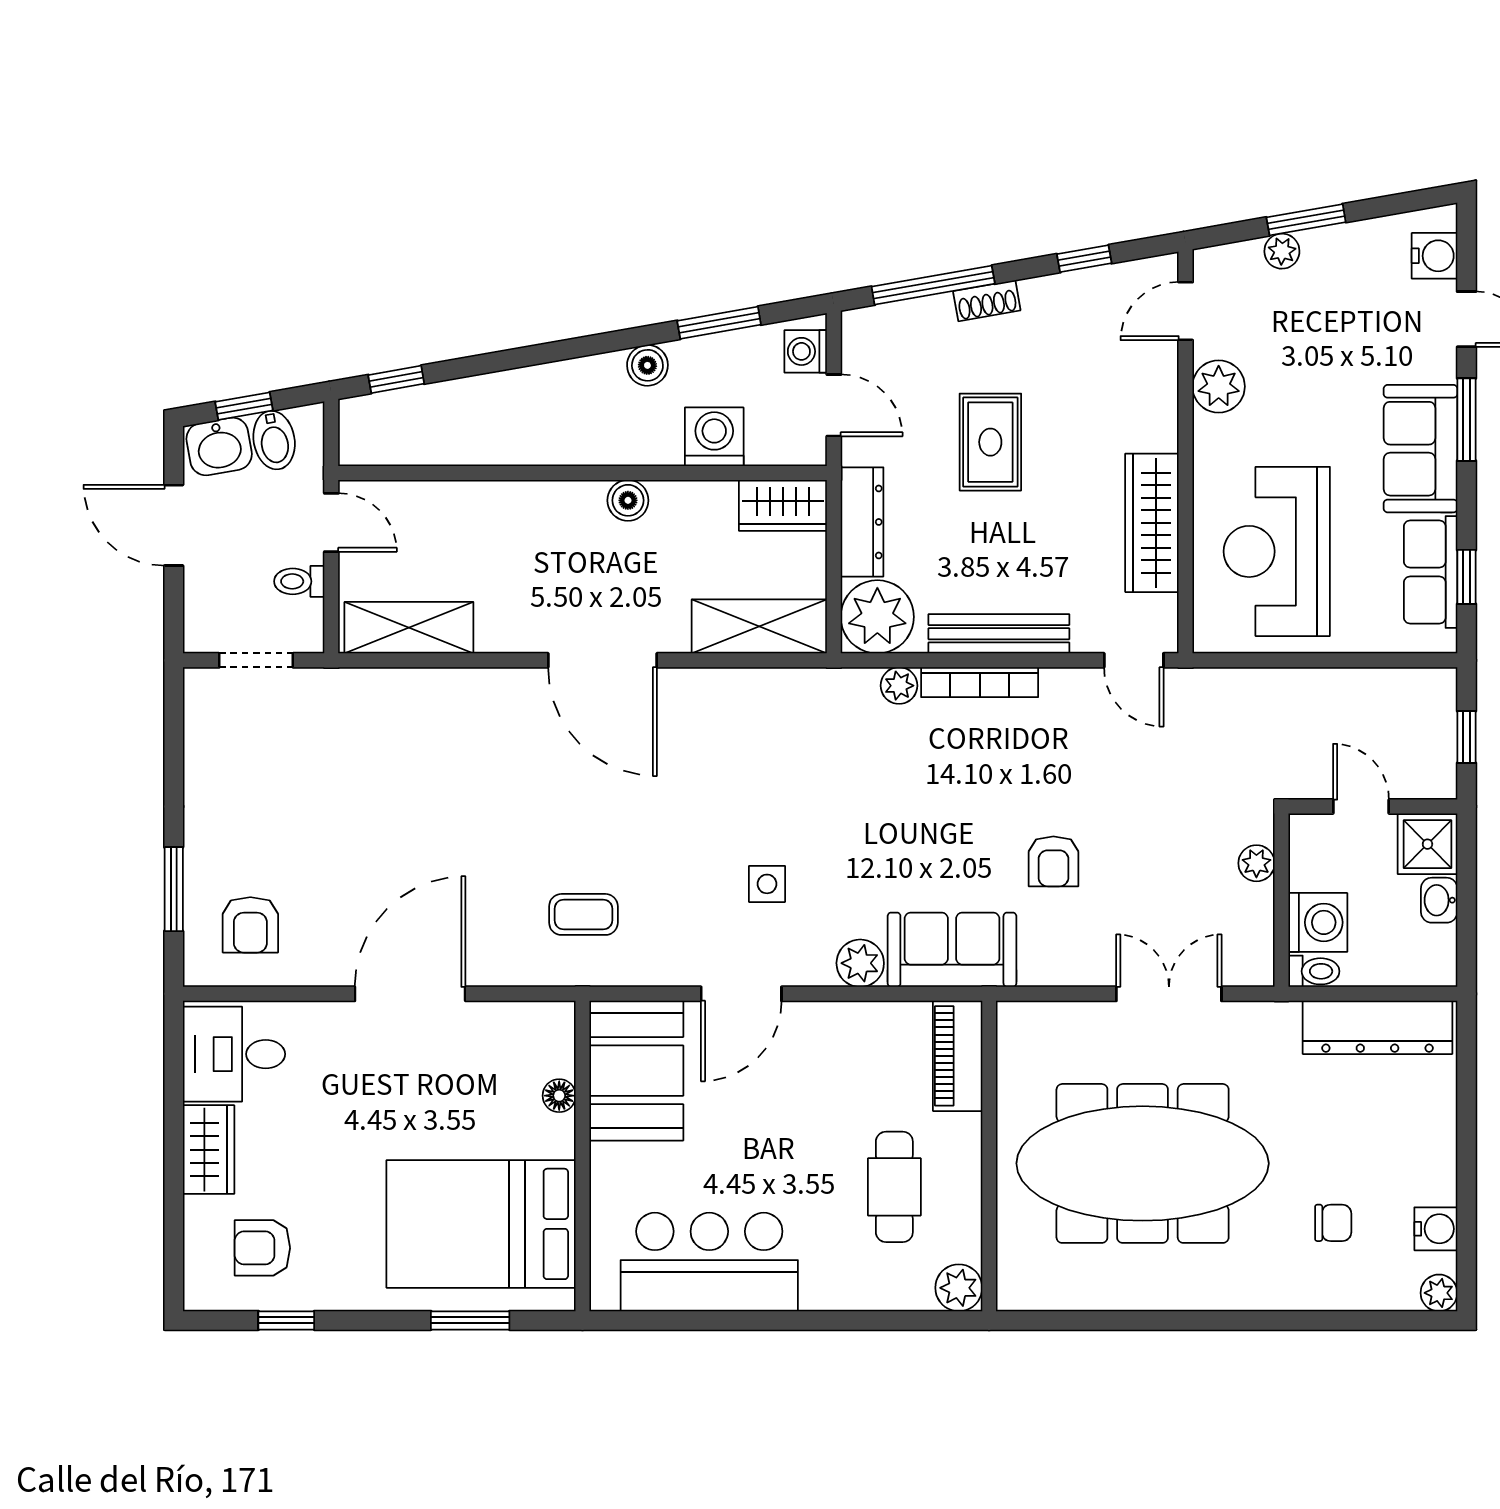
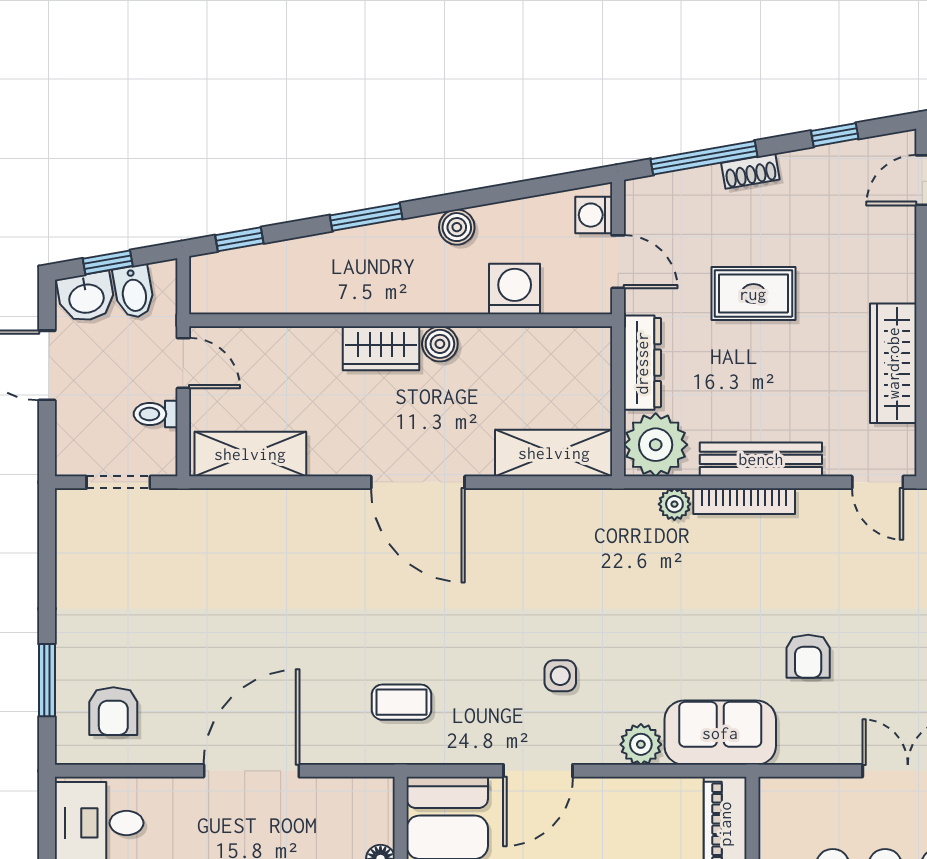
window: (719, 323) -> (366, 217), moved
rug: (990, 442) -> (753, 294), turned 90
wardrobe: (783, 505) -> (381, 348), moved

